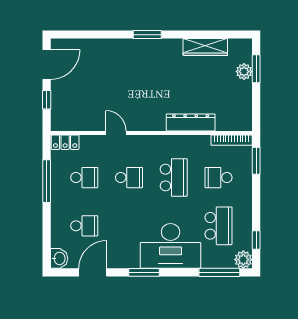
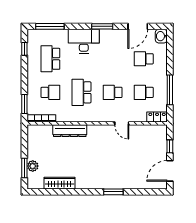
window: (147, 35) -> (113, 192), moved
desk: (171, 246) -> (84, 41), width x0.73, depth x0.77
plant: (243, 260) -> (33, 35), removed

